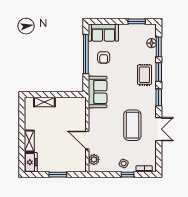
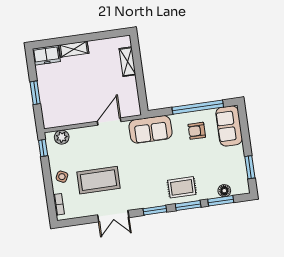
coffee table: (132, 125) -> (98, 180), moved
door: (87, 140) -> (109, 121), moved
window: (128, 175) -> (43, 148), moved

